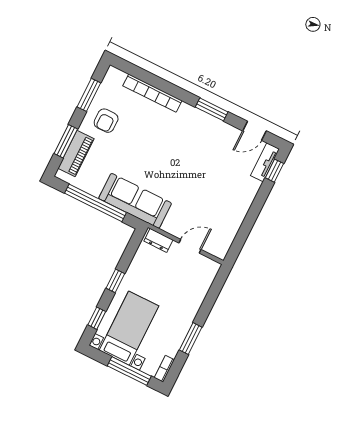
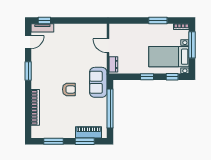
armchair: (106, 121) -> (69, 89), moved
door: (254, 131) -> (28, 42), hinge flipped
sofa: (135, 201) -> (98, 82), width x0.73

